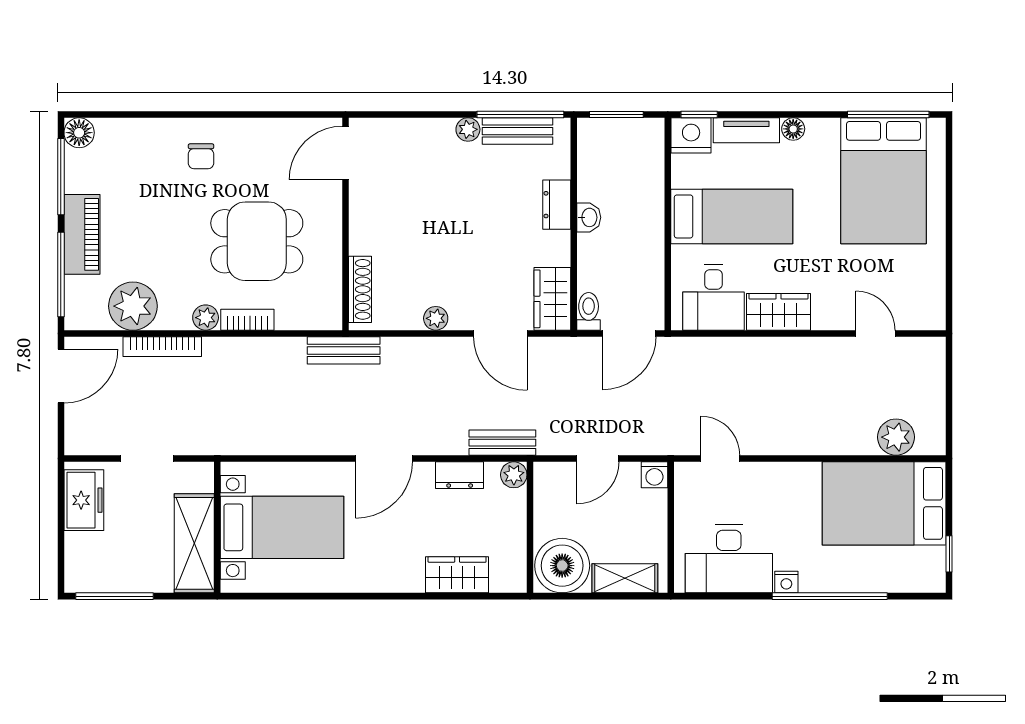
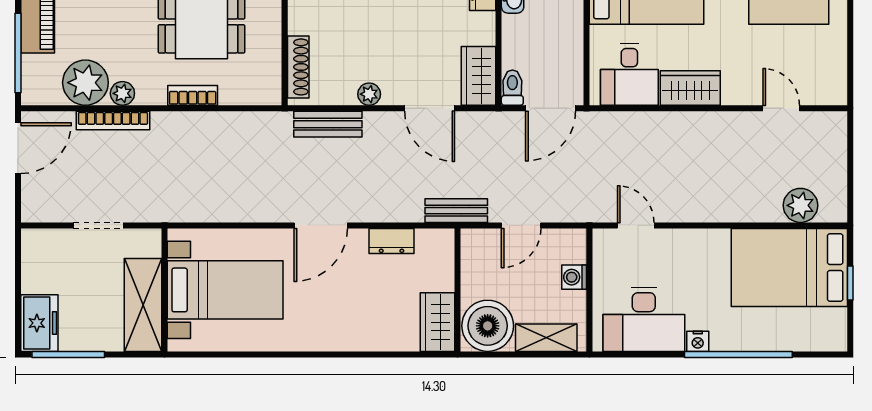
plant: (206, 318) -> (122, 93), moved
bench: (344, 350) -> (328, 124), moved
bench: (502, 443) -> (456, 211), moved
plant: (514, 475) -> (442, 241), removed
washing machine: (654, 475) -> (574, 277), moved, turned 90
freezer: (84, 500) -> (39, 323), moved
window: (949, 554) -> (850, 283), moved
wardrobe: (457, 575) -> (438, 322), moved, turned -90

